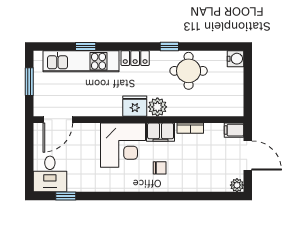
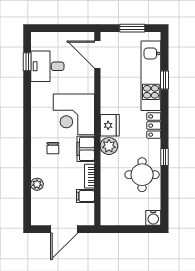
filing cabinet: (234, 130) -> (85, 196), moved, turned -90
desk: (50, 174) -> (47, 66), moved
plant: (237, 185) -> (37, 184), moved

